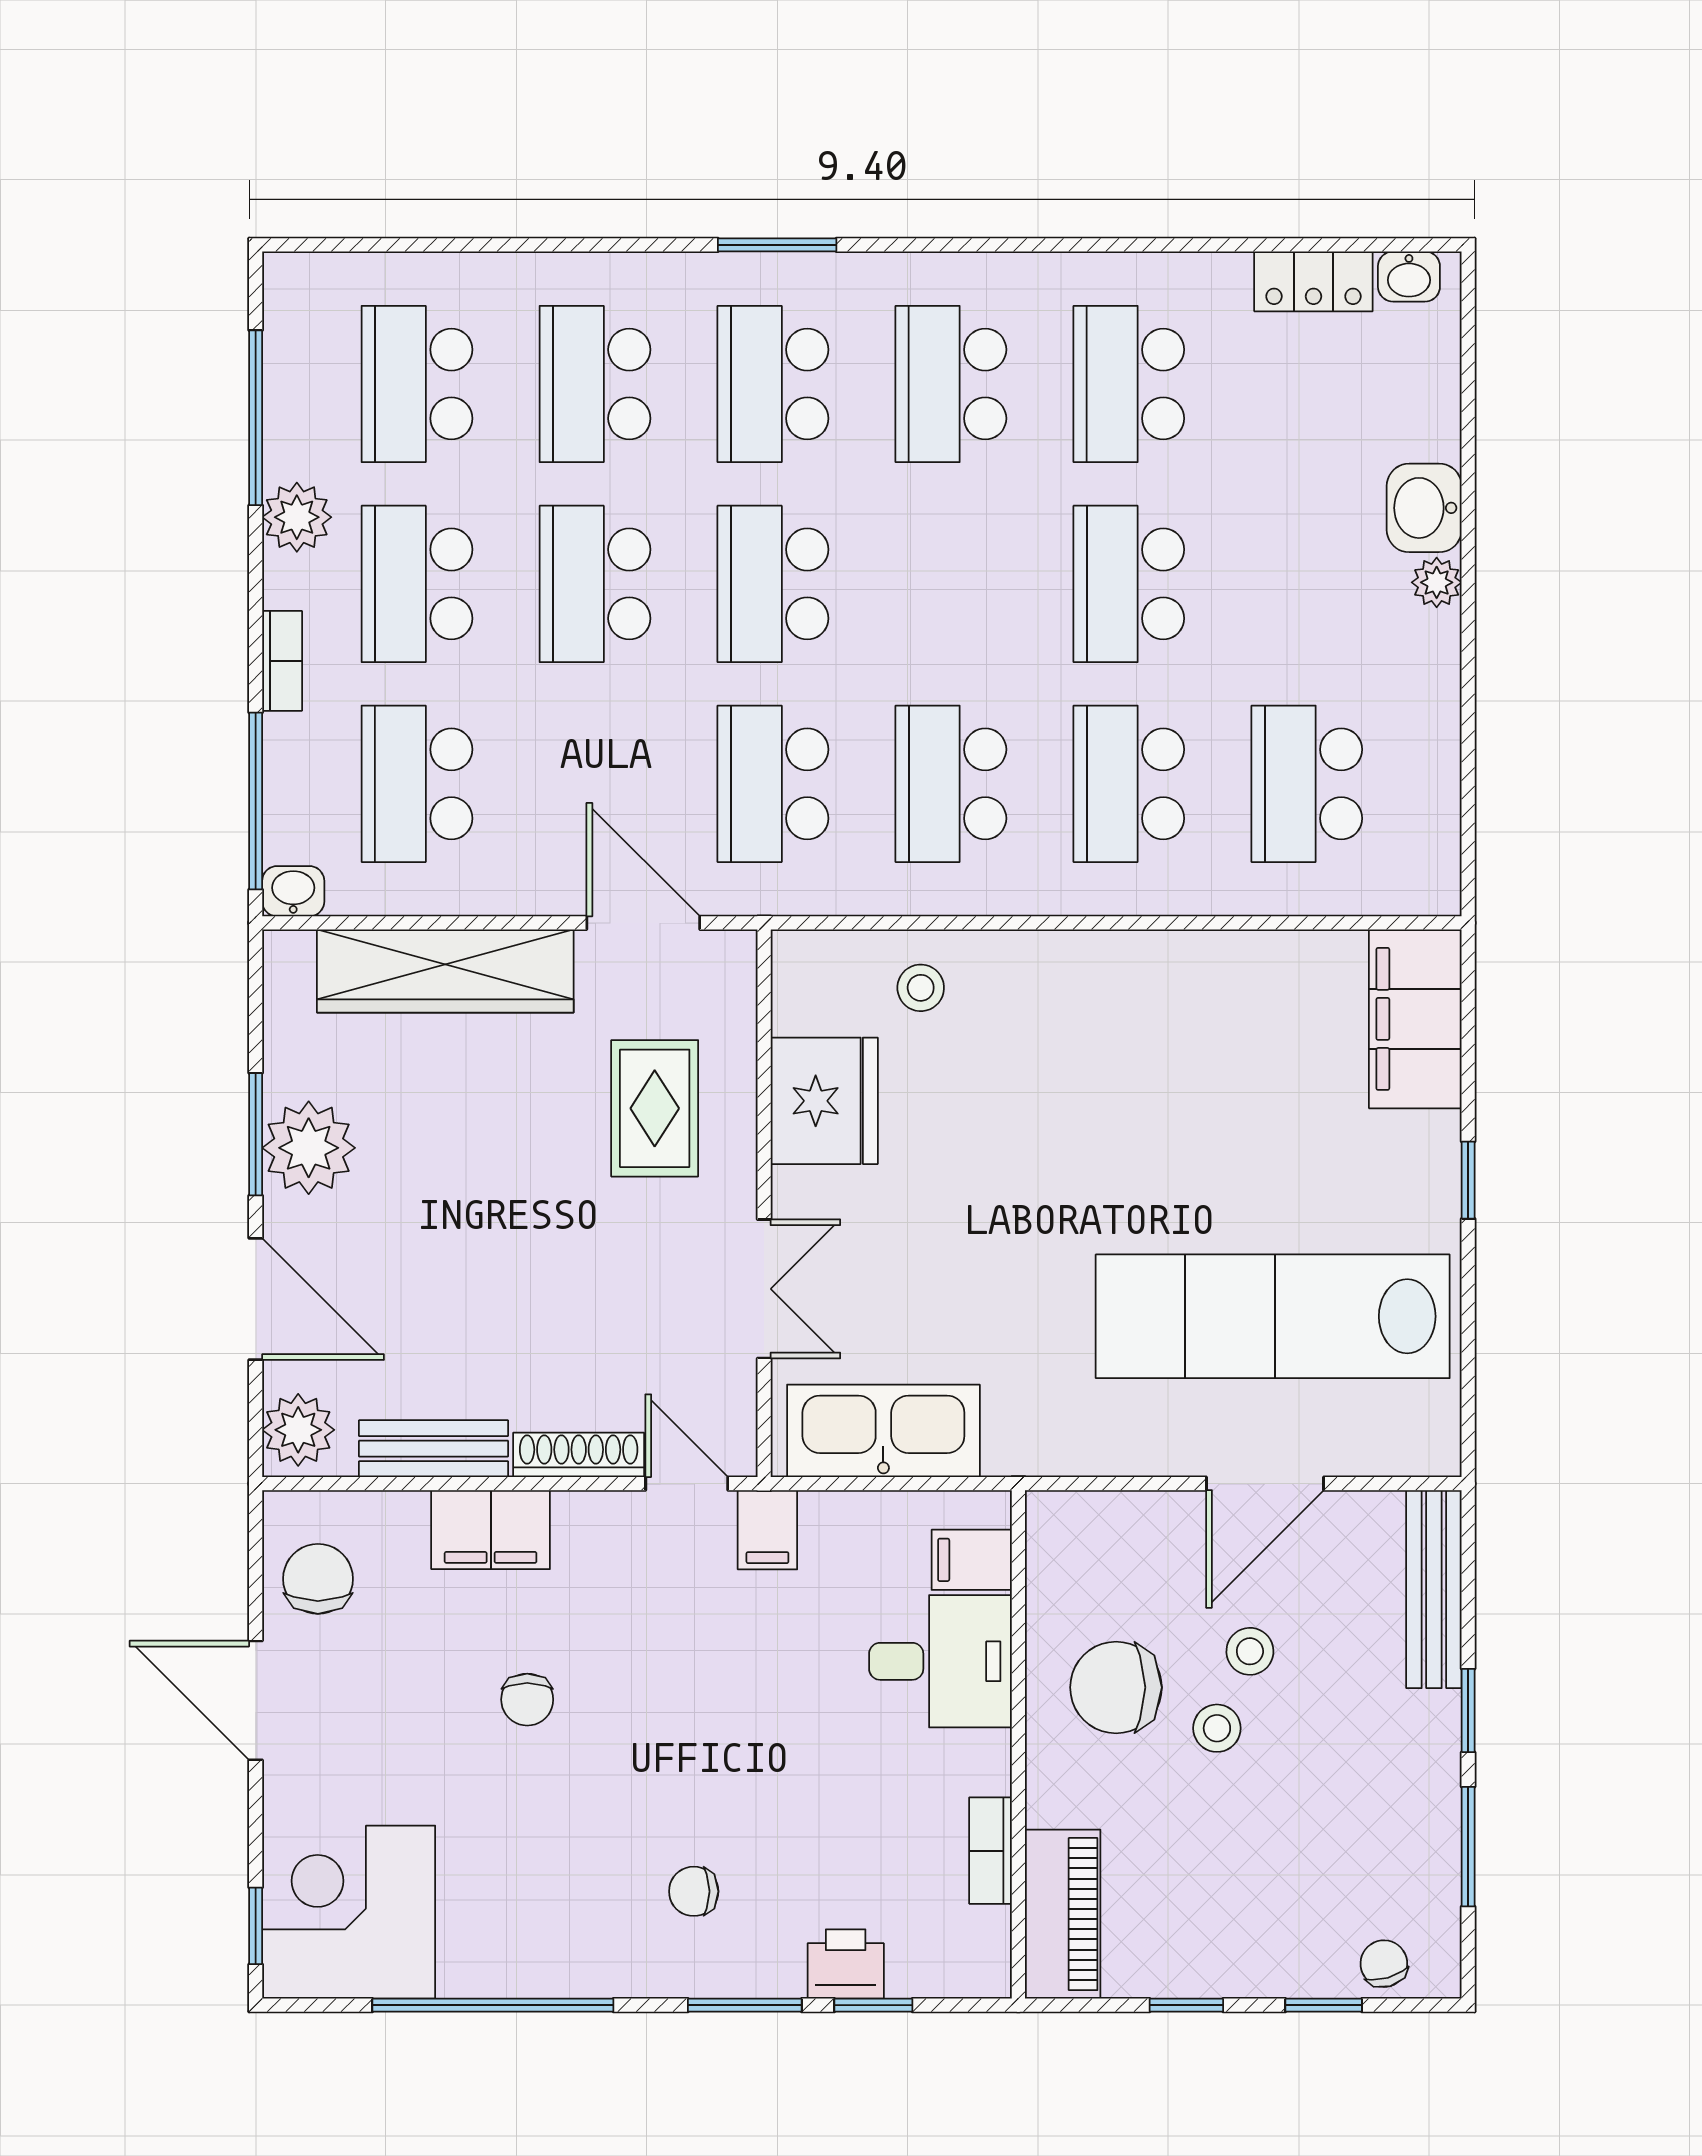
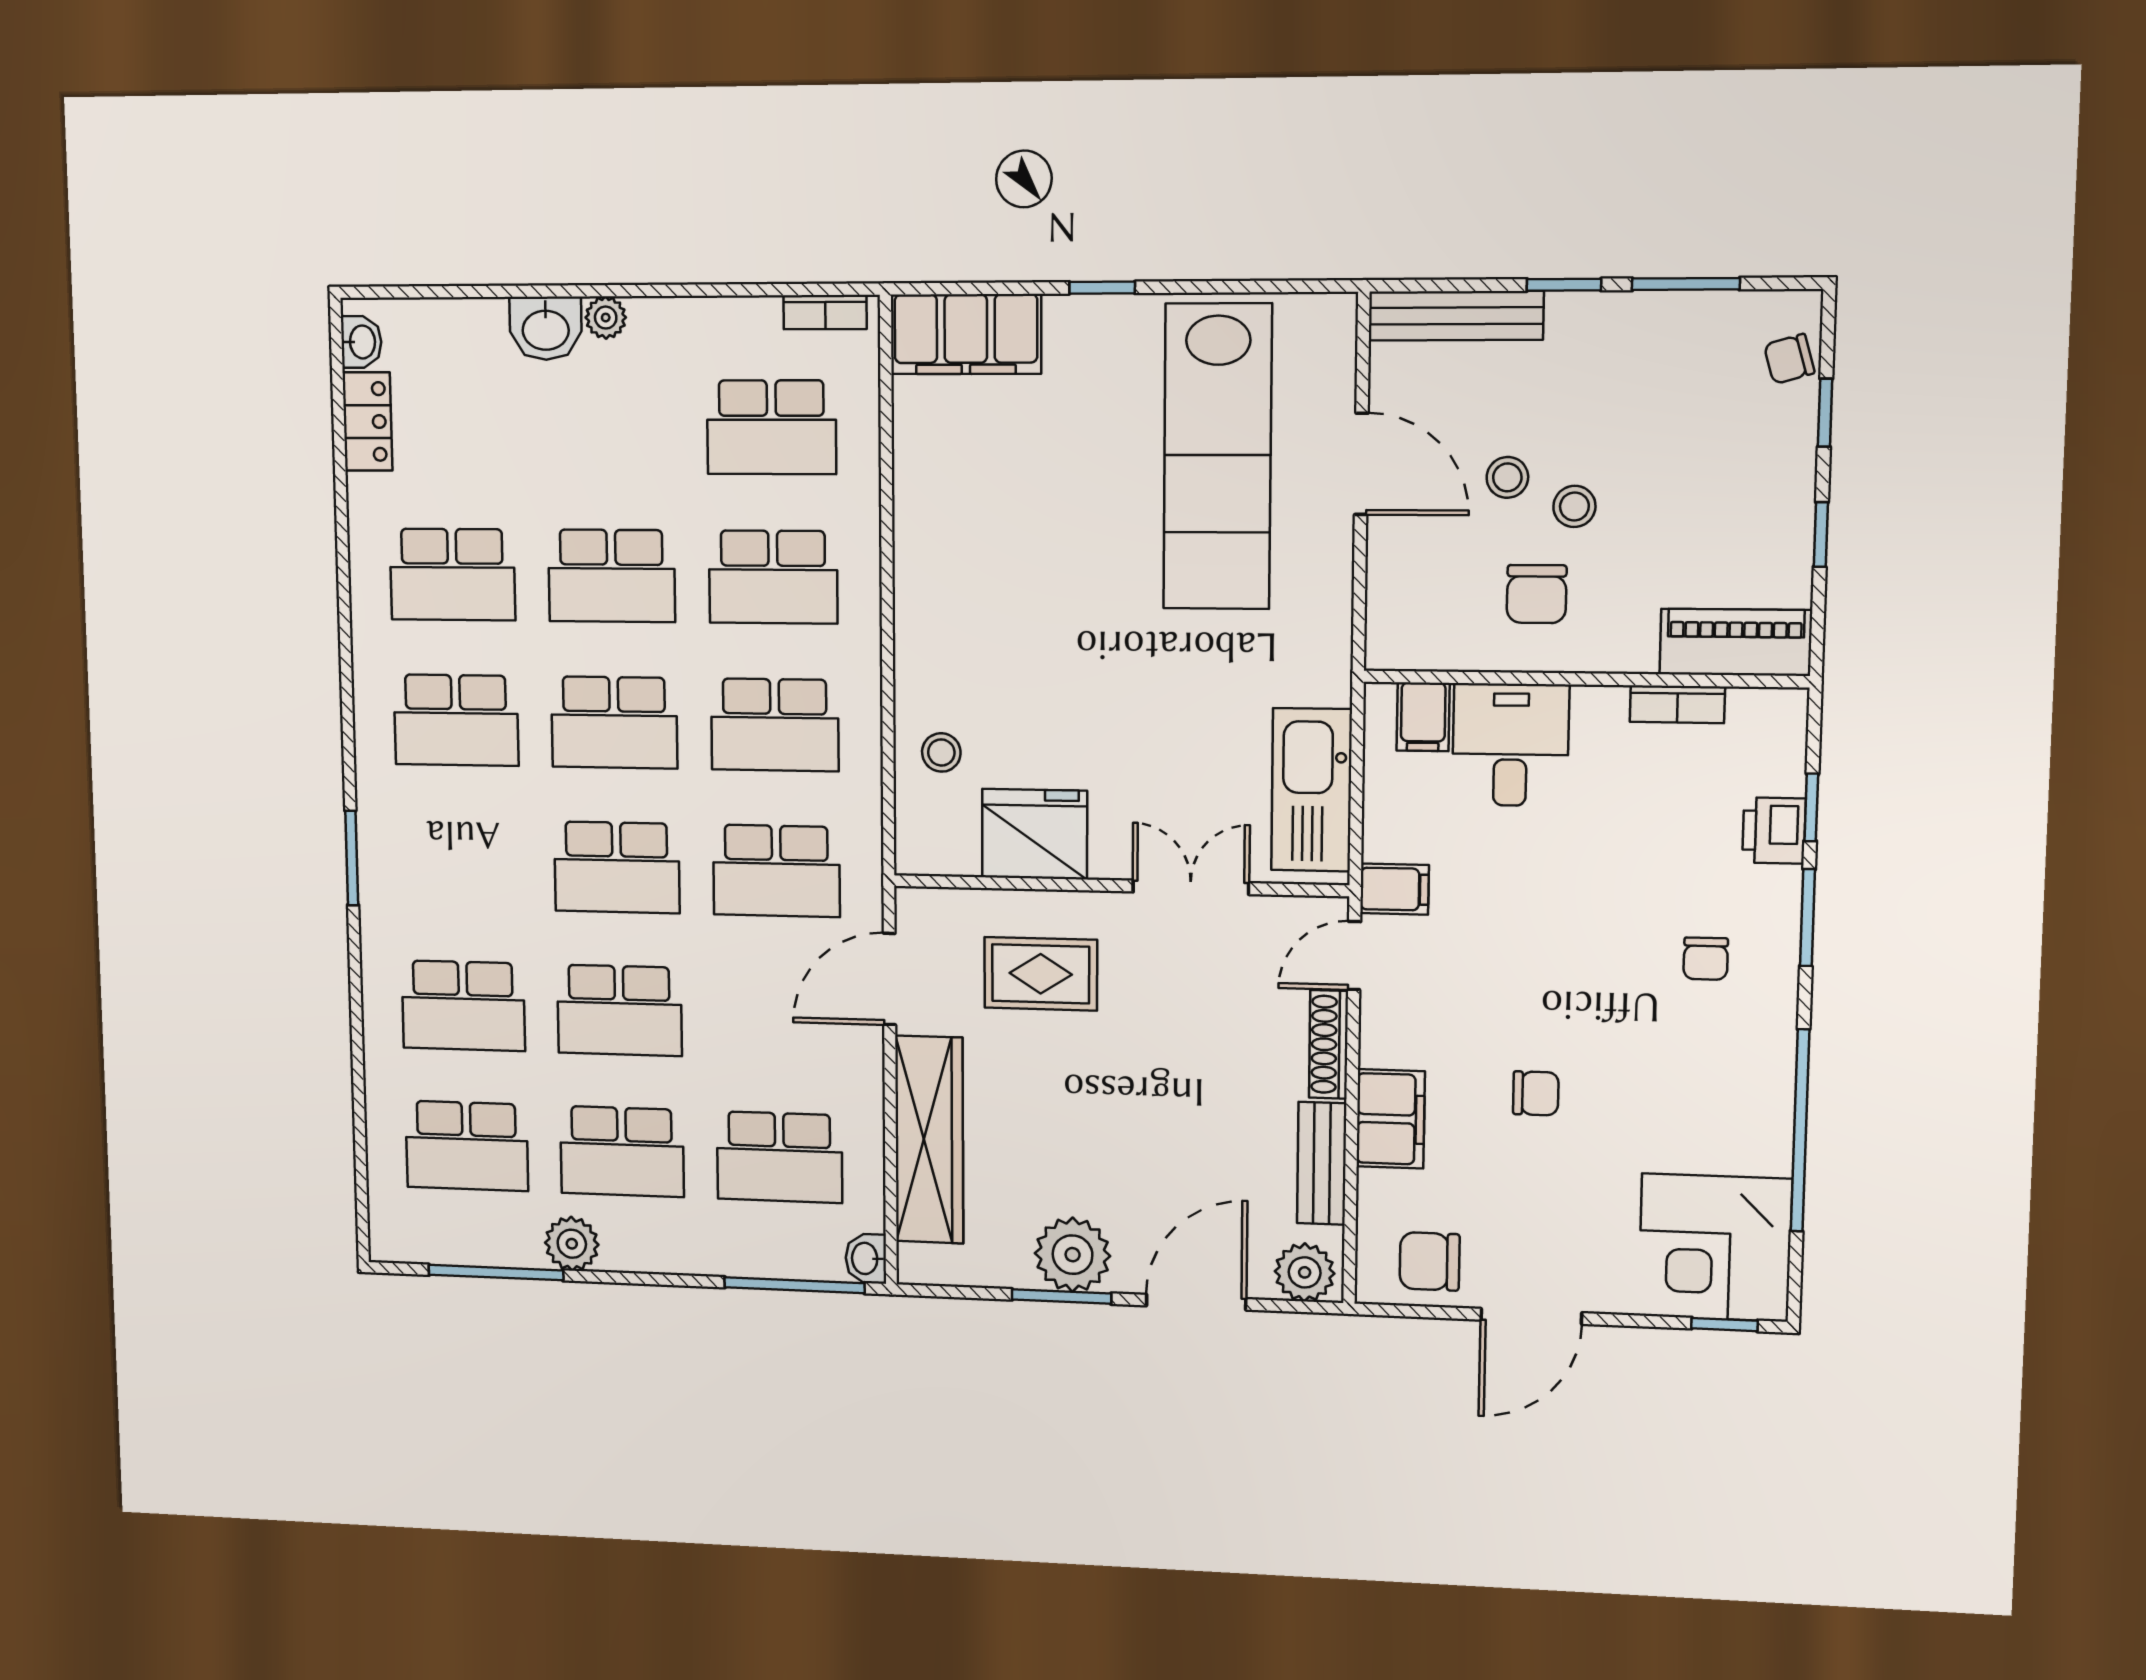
school desk: (773, 384) -> (614, 722), moved
bookcase: (282, 661) -> (825, 312), moved, turned 180
chair: (1116, 1687) -> (1537, 594), width x0.73, depth x0.73

